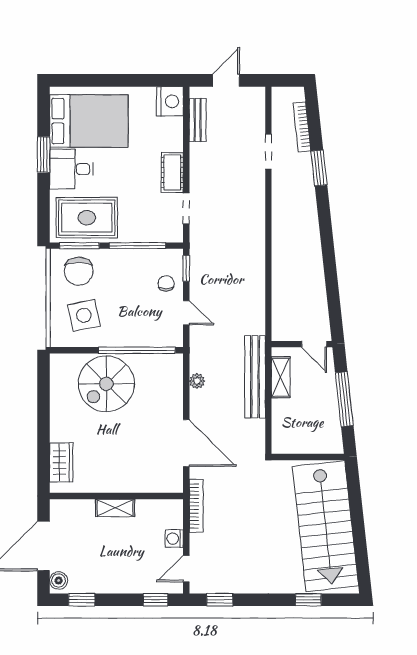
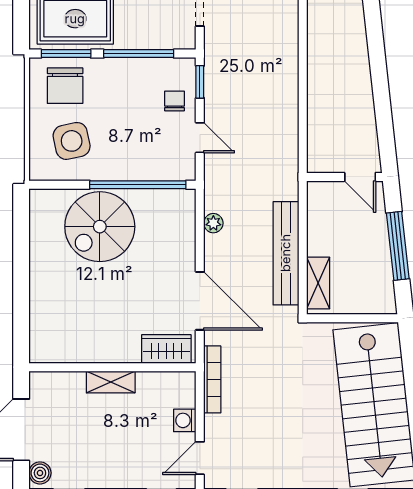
bench: (255, 377) -> (286, 253), moved
shelving: (281, 377) -> (318, 283), moved
wardrobe: (61, 463) -> (166, 349), moved, turned -90

